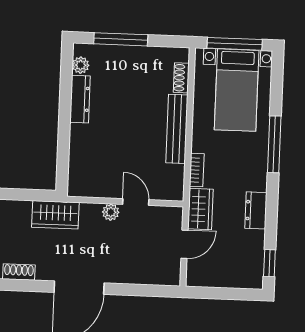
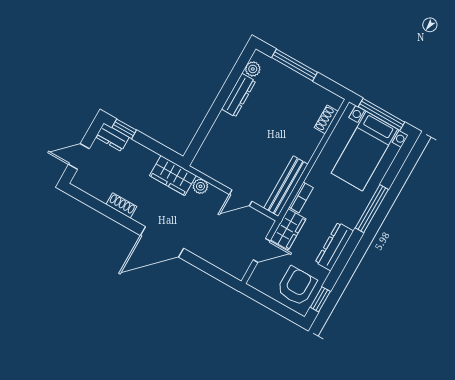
bench: (177, 129) -> (286, 186), moved
door: (136, 202) -> (241, 198), swing flipped
dresser: (256, 210) -> (334, 247), width x1.44
plant: (111, 212) -> (200, 186), moved
armchair: (239, 262) -> (297, 286), added

